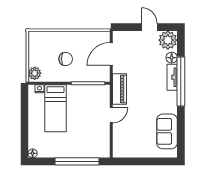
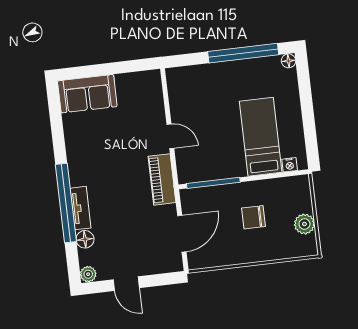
plant: (168, 40) -> (88, 274), width x0.53, depth x0.53
plant: (35, 73) -> (304, 224), moved
door: (111, 115) -> (170, 136), swing flipped
sofa: (167, 131) -> (87, 94), moved, turned 90
window: (77, 161) -> (243, 53), moved

